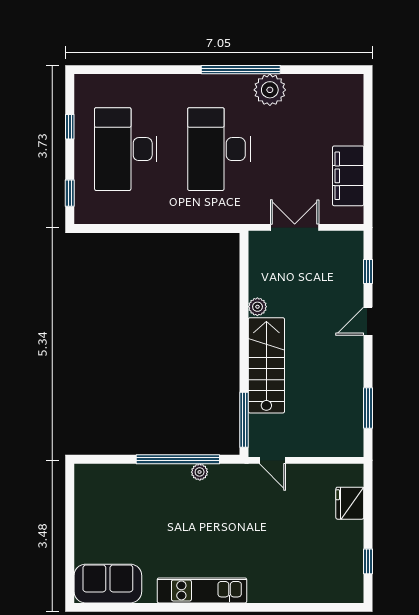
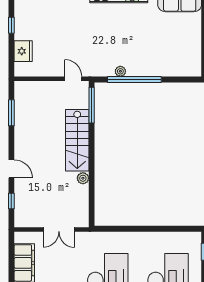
door: (368, 321) -> (11, 169), hinge flipped
window: (368, 561) -> (11, 25), moved

